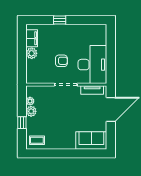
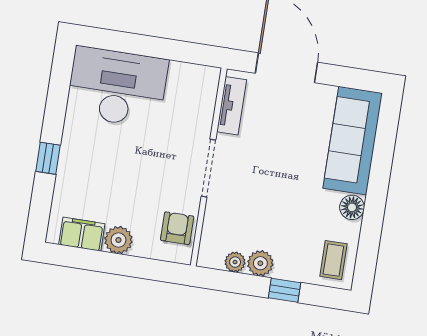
armchair: (61, 61) -> (177, 228), moved
desk: (92, 65) -> (117, 87), moved
sofa: (91, 140) -> (353, 141), width x1.36
floor lamp: (59, 144) -> (352, 207), added

